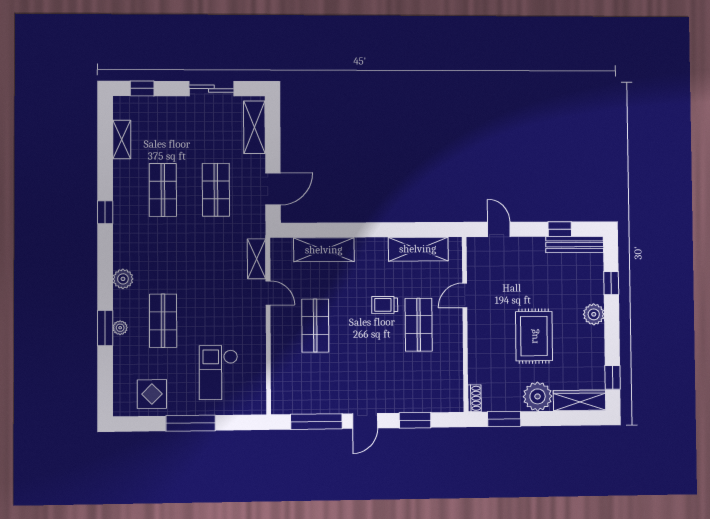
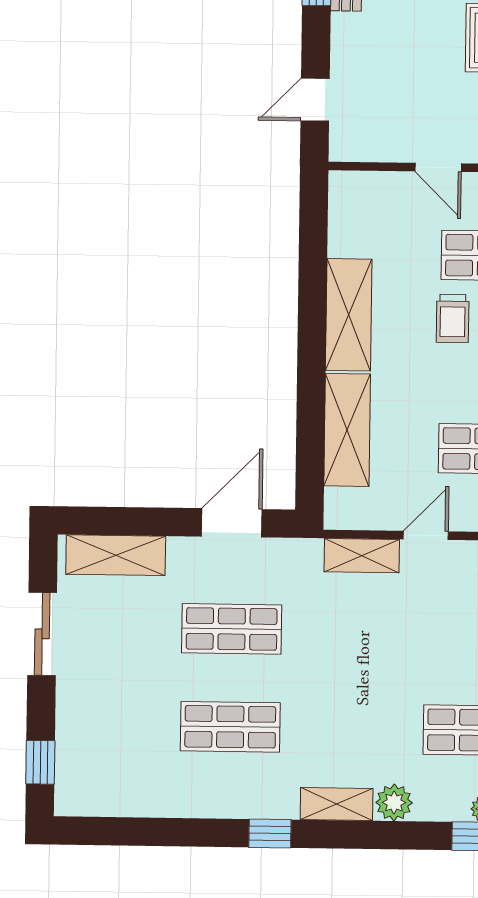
shelving: (122, 140) -> (337, 804), moved
door: (273, 189) -> (232, 523), hinge flipped
shelving: (418, 249) -> (349, 315), moved

